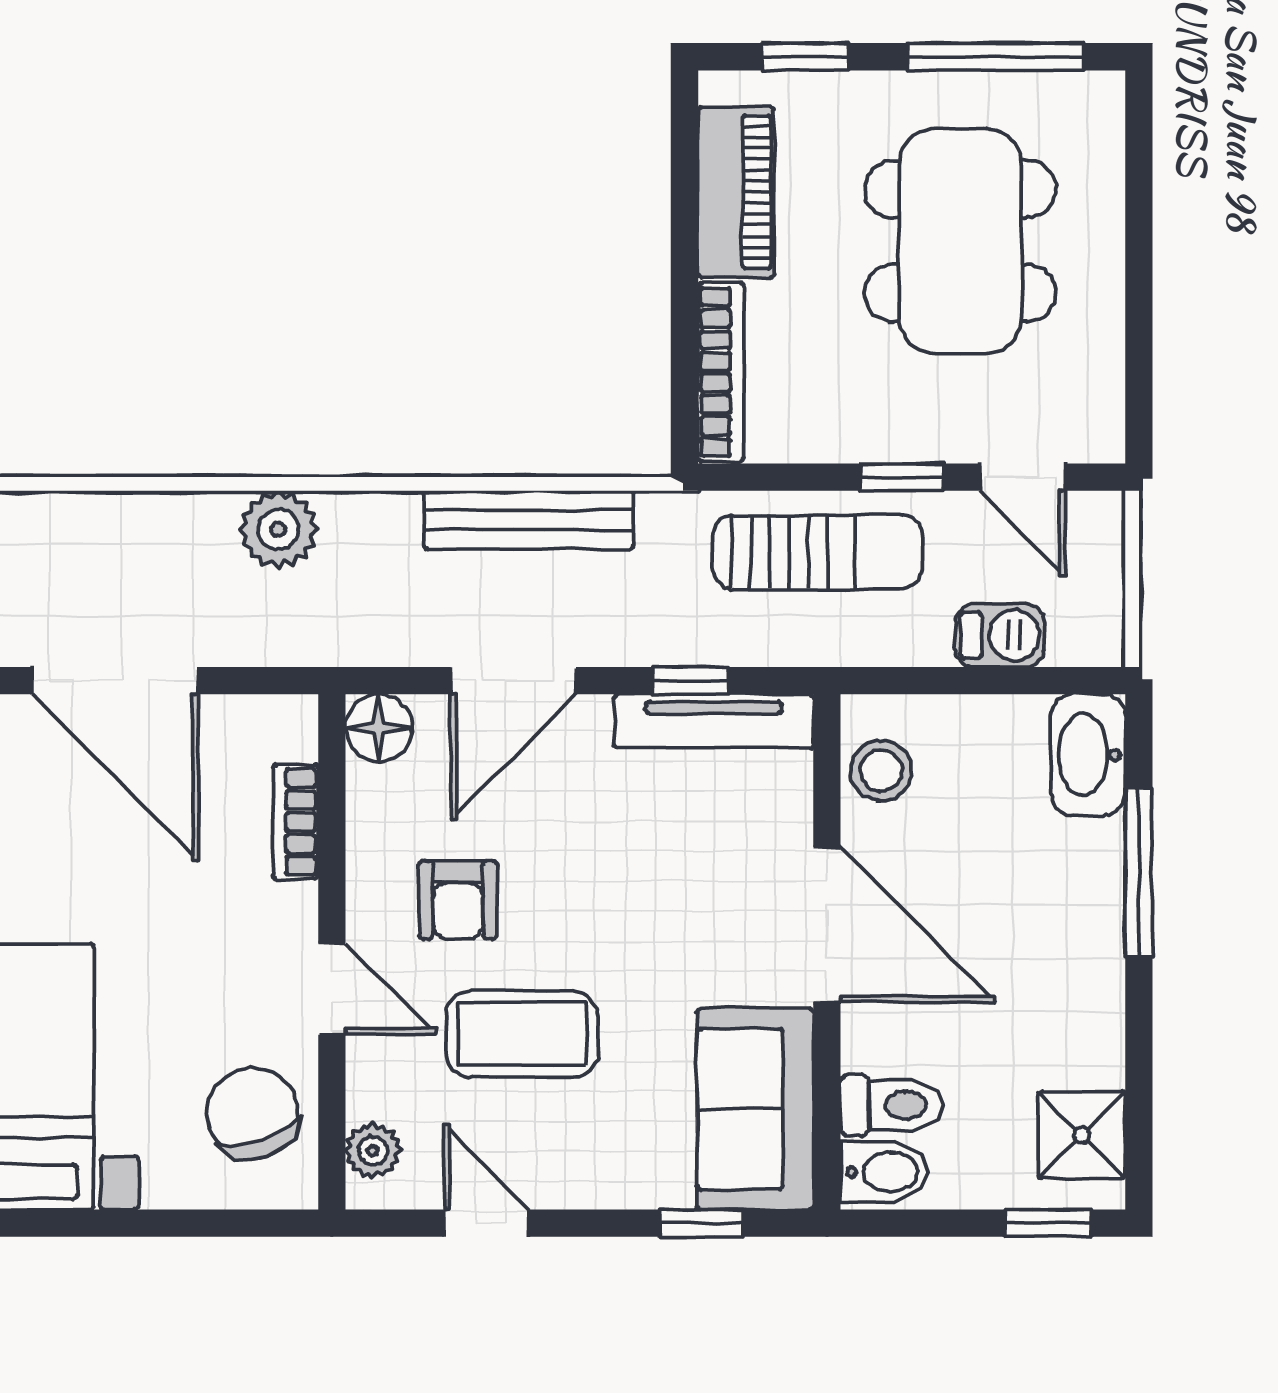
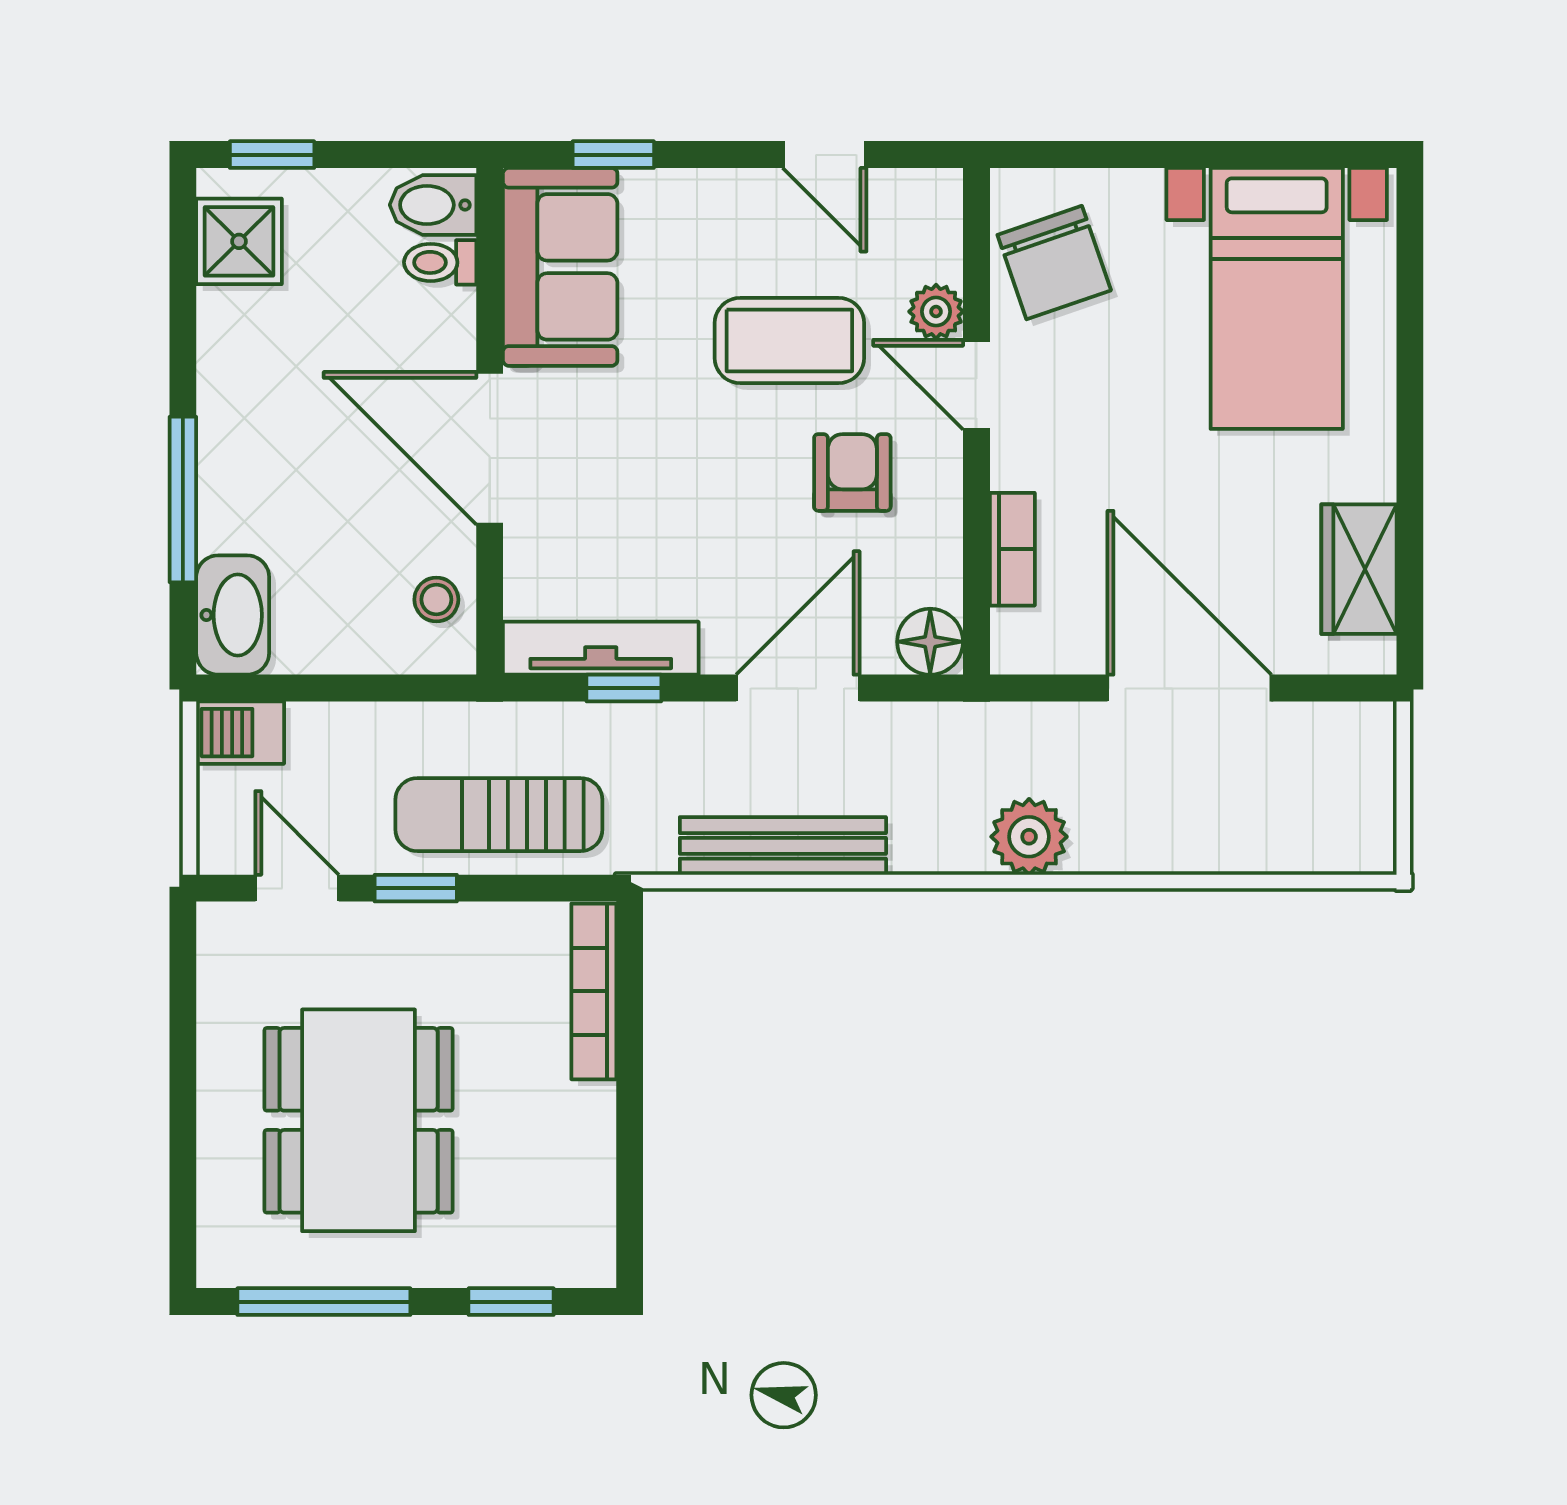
piano: (736, 192) -> (579, 1168), removed
barbecue: (1000, 635) -> (240, 733), moved
stool: (881, 771) -> (436, 600), width x0.73, depth x0.73
toilet: (891, 1105) -> (440, 262), width x0.73, depth x0.72
plant: (373, 1151) -> (936, 312), moved

